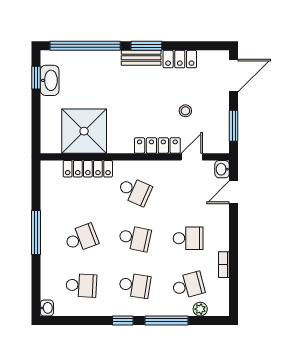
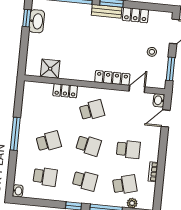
stool: (185, 111) -> (152, 52), moved
shower: (84, 131) -> (50, 69), width x0.54, depth x0.54
locker: (88, 169) -> (65, 91), width x0.66
school desk: (135, 191) -> (92, 110), turned -45

